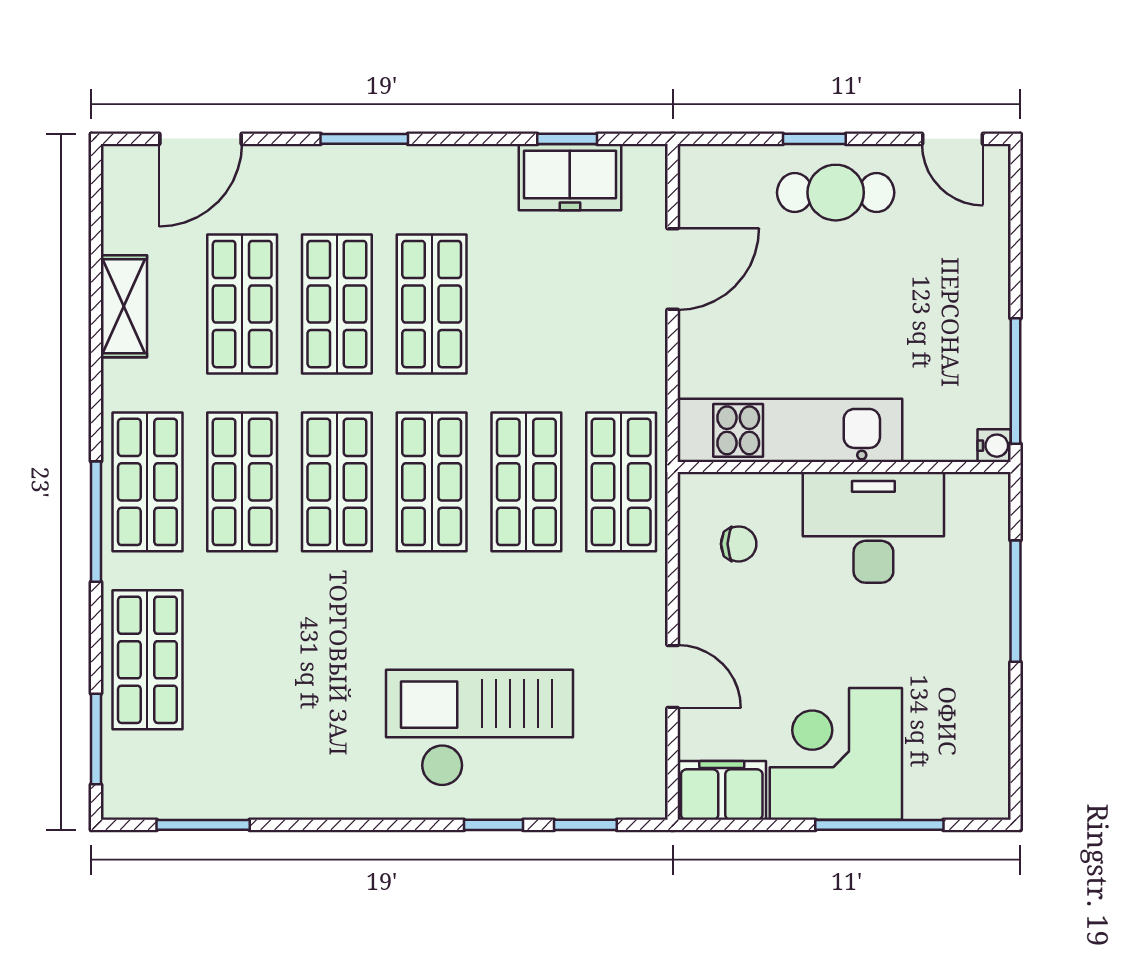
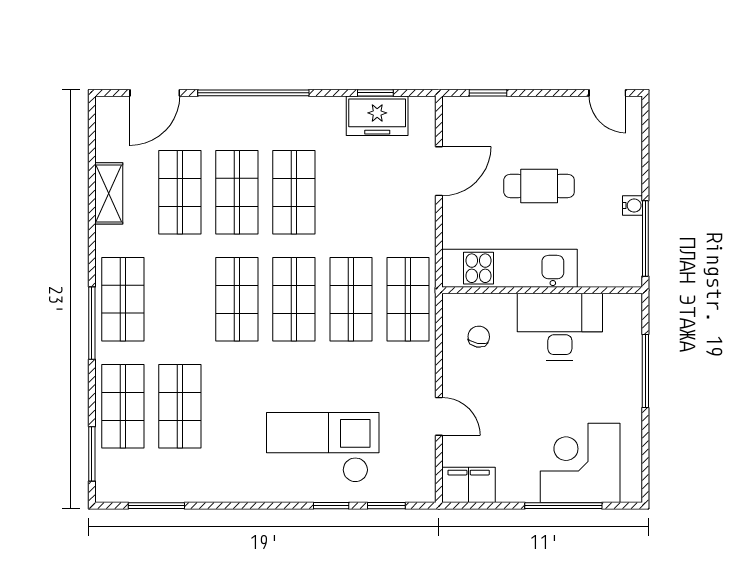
window: (364, 139) -> (253, 93), width x2.11
window: (814, 139) -> (488, 93), moved
cafe table: (836, 193) -> (539, 186), moved
water cooler: (994, 446) -> (633, 206), moved
shop shelf: (242, 482) -> (180, 406), moved
chair: (739, 544) -> (479, 337), turned -80
corner desk: (836, 754) -> (580, 463), moved

